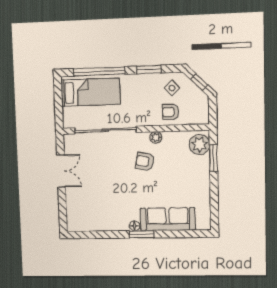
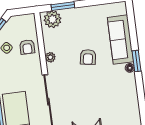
armchair: (145, 161) -> (88, 57), moved

